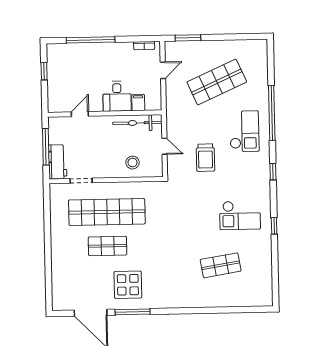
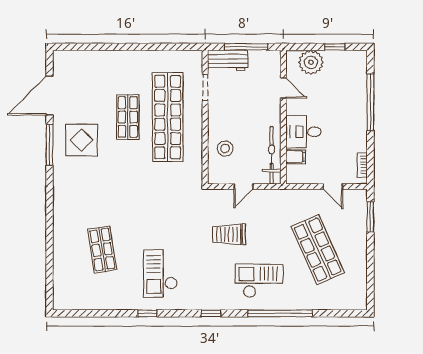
plant: (58, 91) -> (311, 62), added
checkout: (244, 131) -> (259, 281), turned 180

